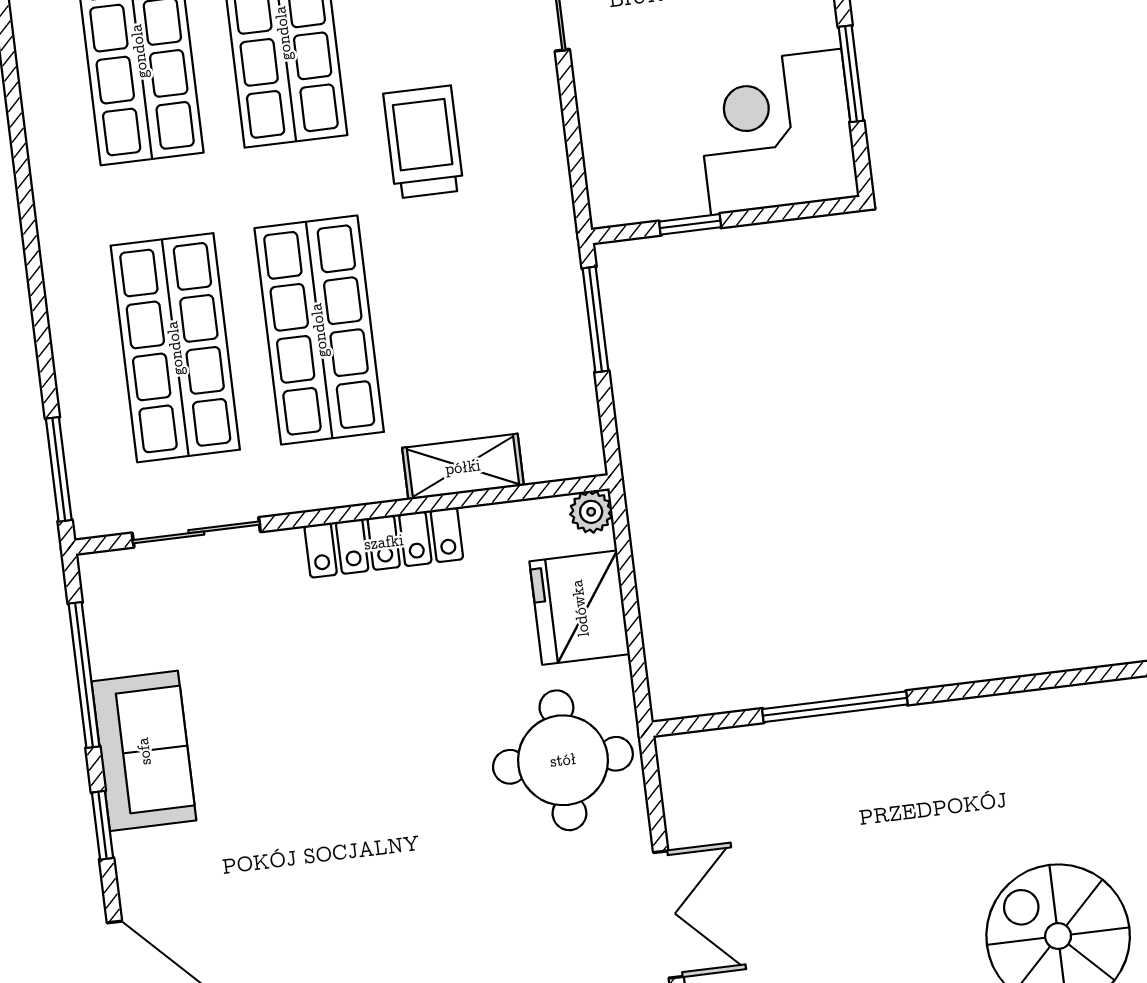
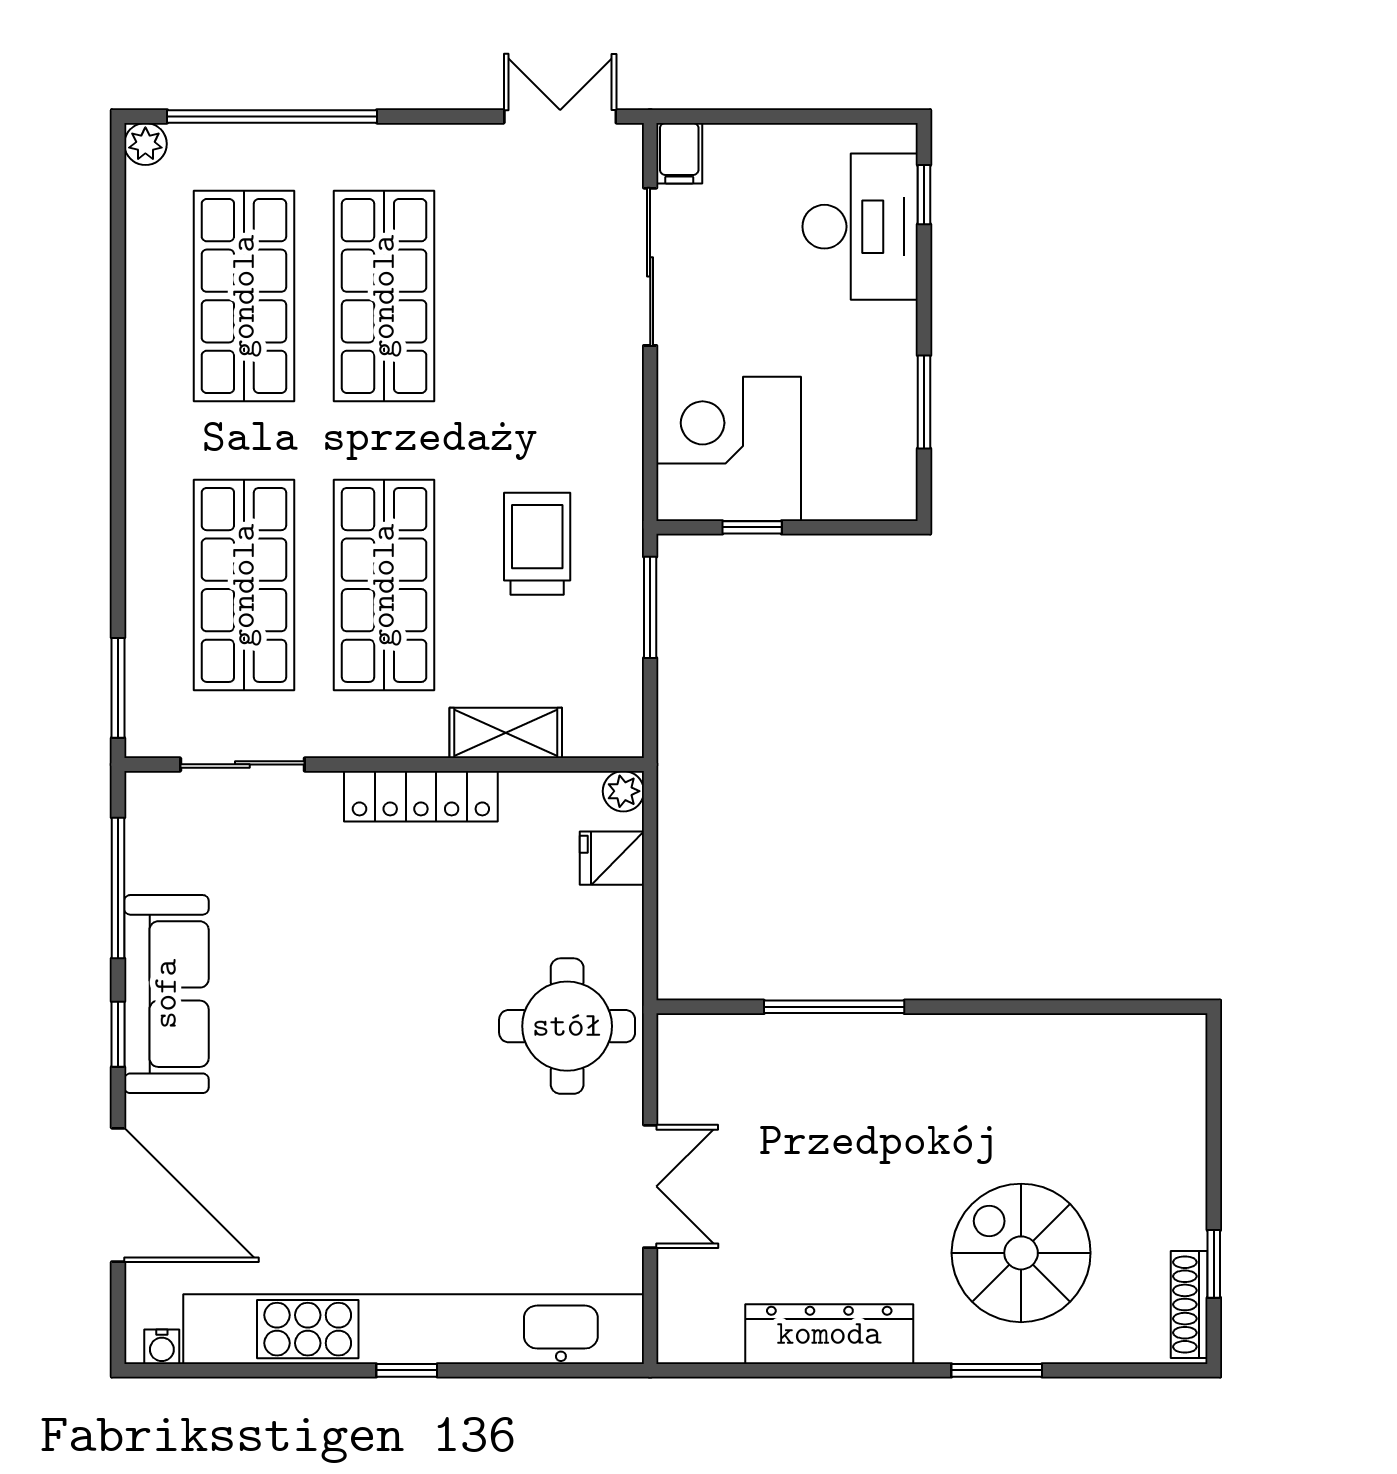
corner desk: (776, 132) -> (729, 449), moved
trolley: (423, 142) -> (537, 544), moved
fridge: (580, 608) -> (612, 858), width x0.53, depth x0.75
sofa: (144, 751) -> (166, 994), width x1.36

